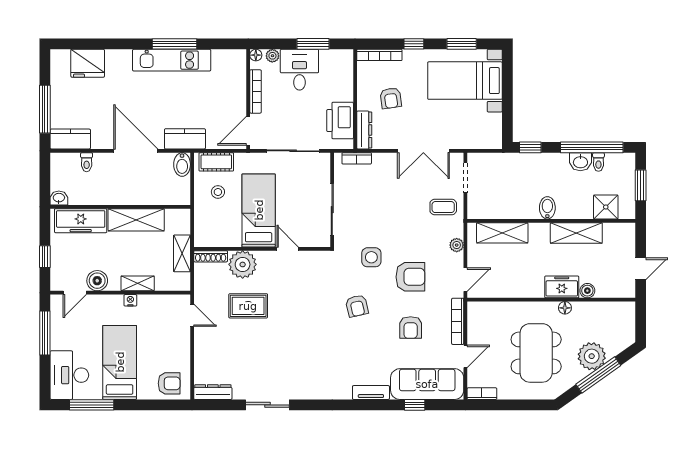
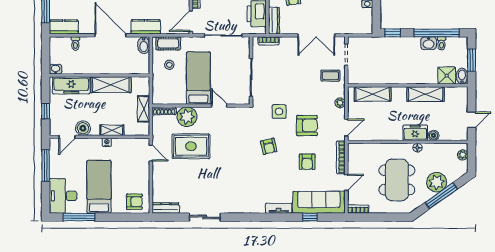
bidet: (547, 208) -> (462, 76), moved
rug: (248, 306) -> (191, 146), width x1.36, depth x1.43
plant: (628, 318) -> (463, 155), added

